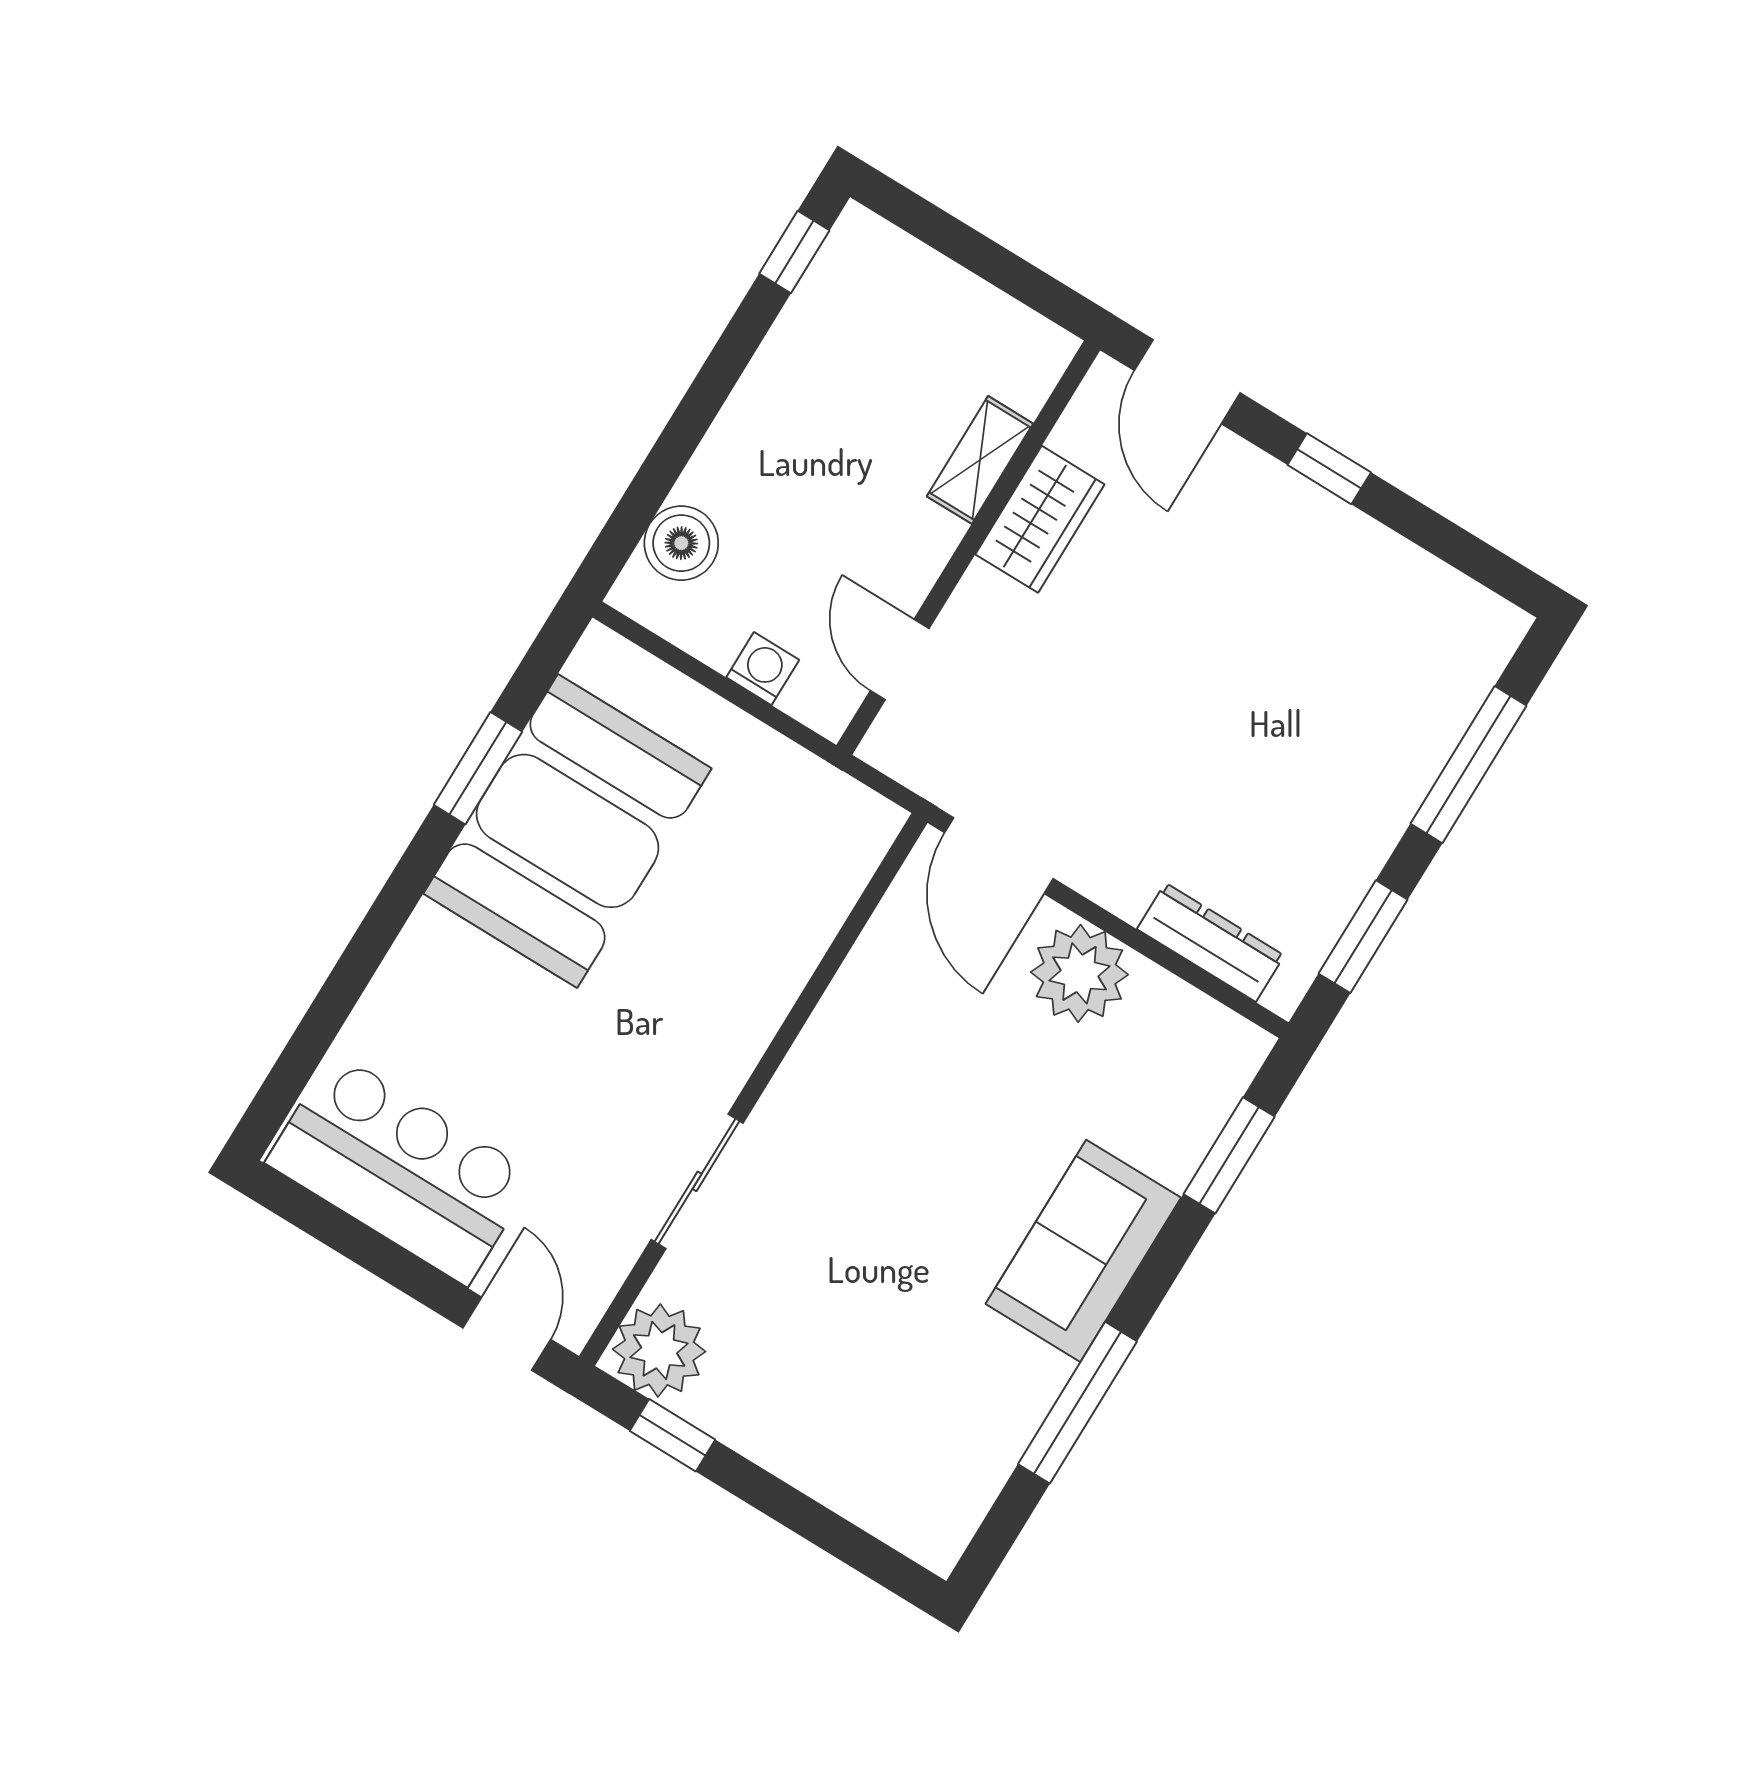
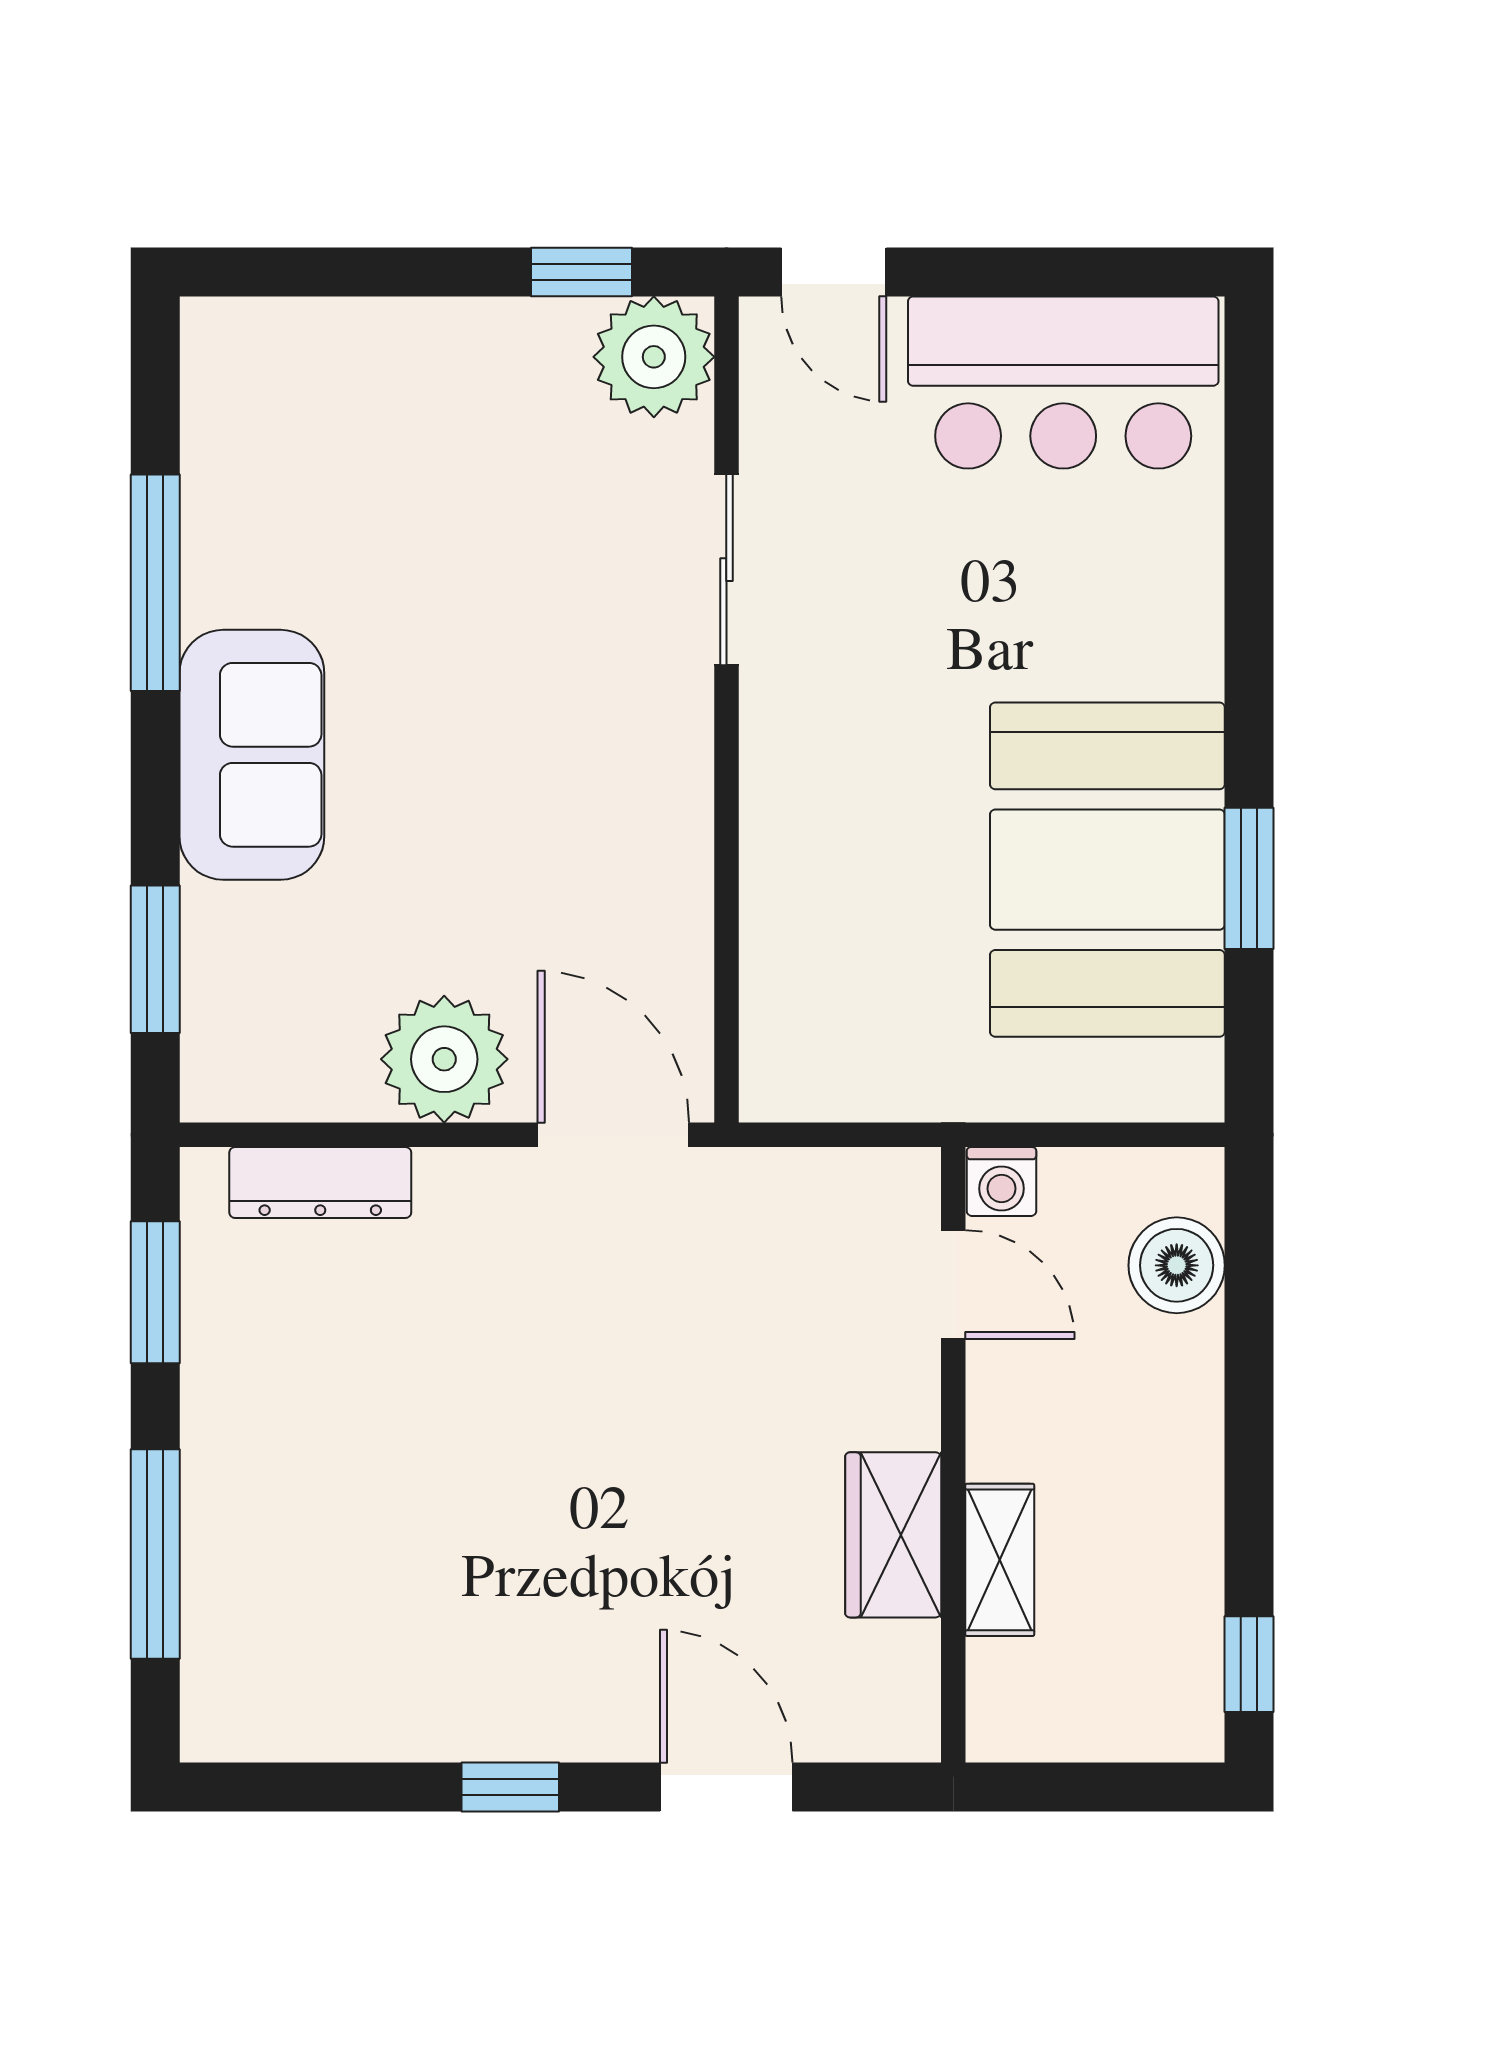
shelving: (980, 460) -> (1000, 1560), moved
wardrobe: (1040, 519) -> (893, 1535), moved
wall: (968, 548) -> (953, 1455), moved
door: (900, 659) -> (953, 1285), moved

